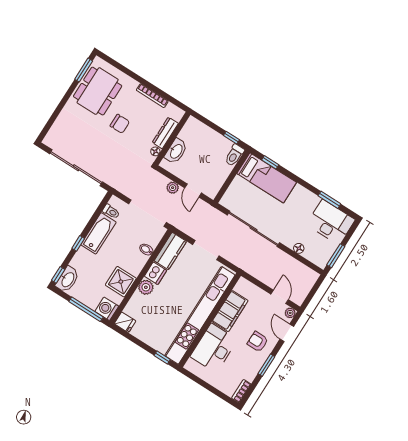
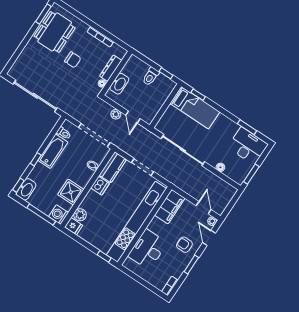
toilet: (234, 155) -> (151, 76), moved
plant: (146, 287) -> (80, 215), moved
filing cabinet: (230, 311) -> (170, 207), moved

